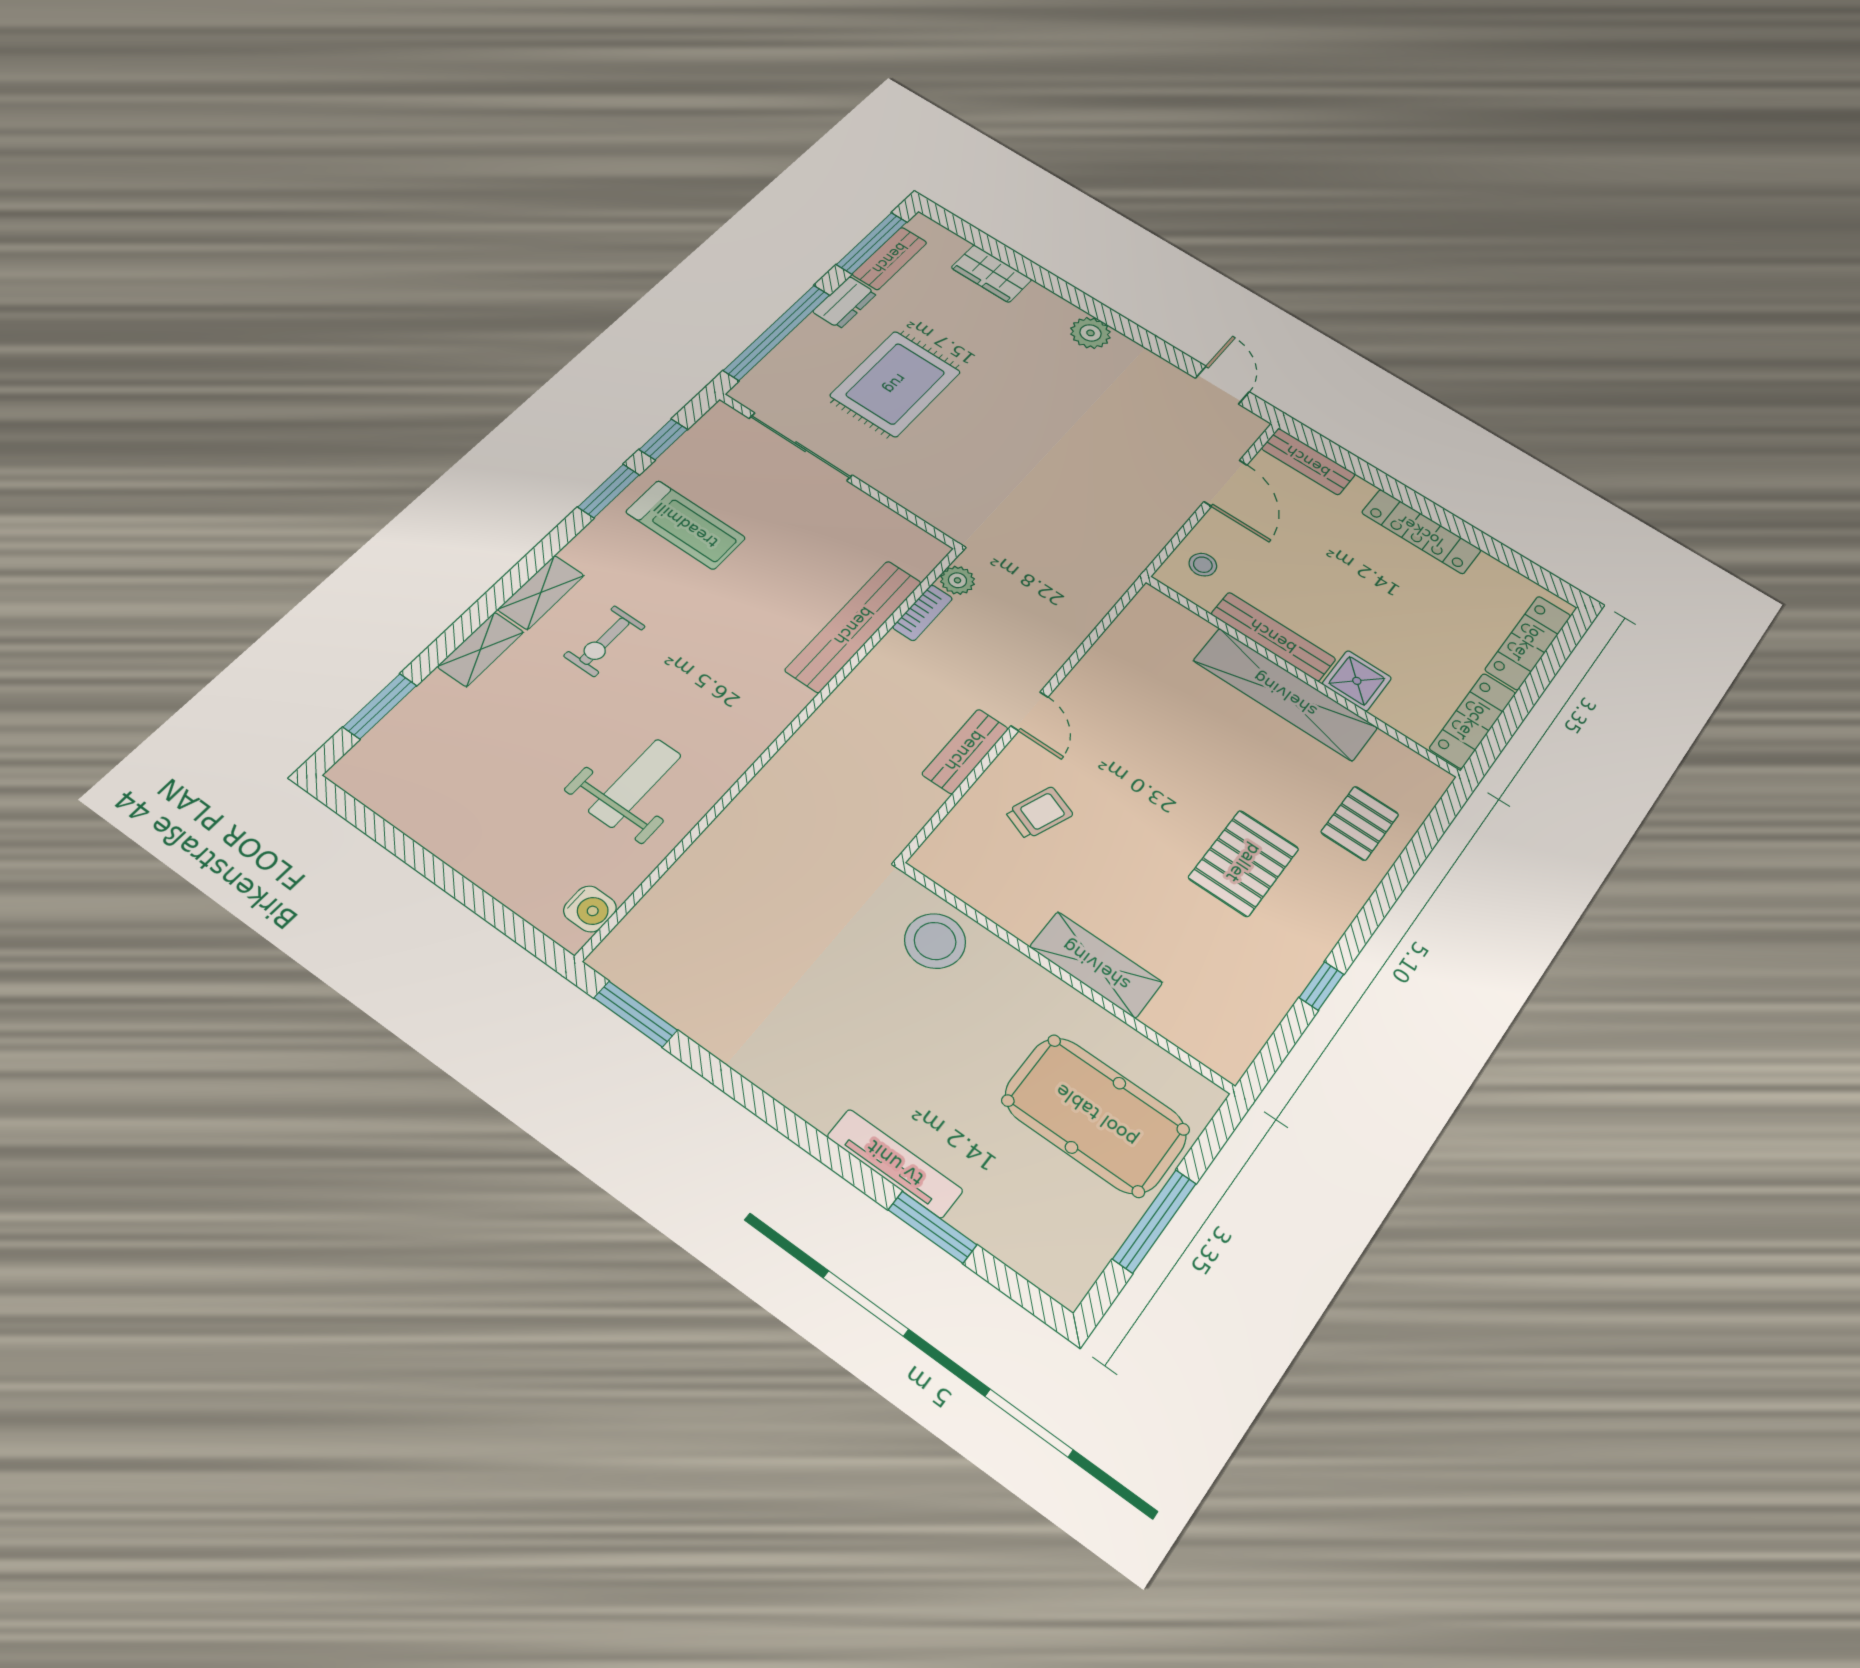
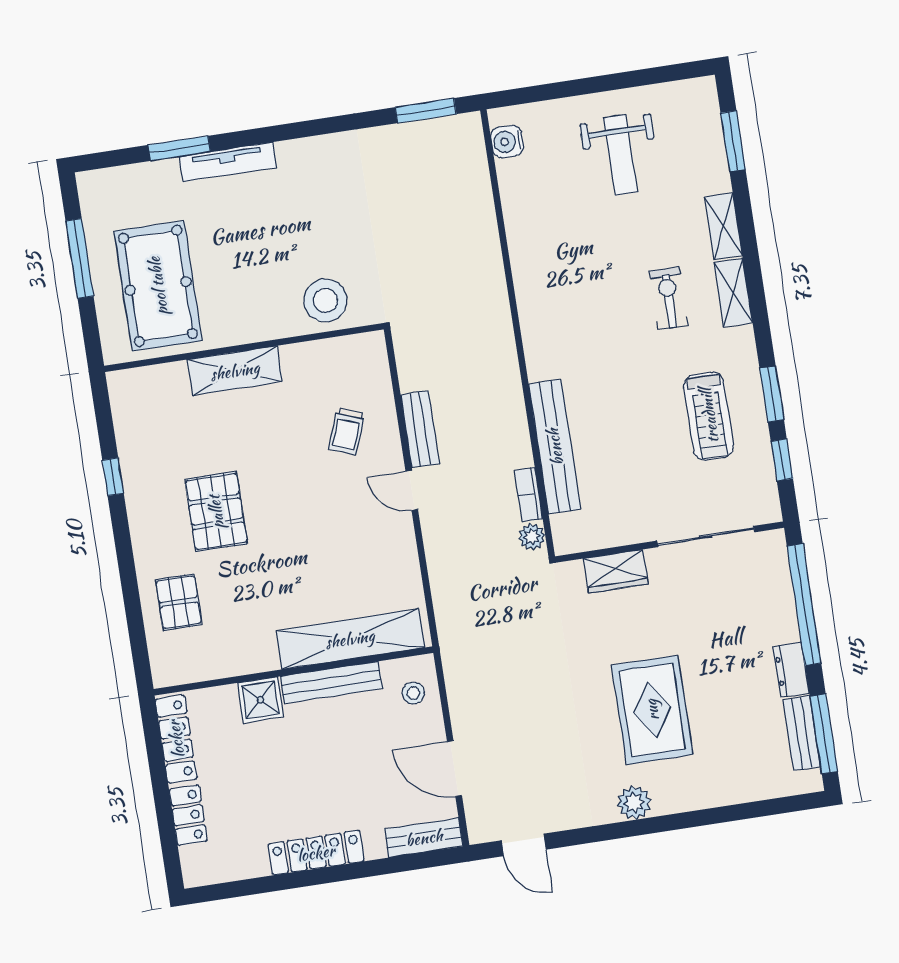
wardrobe: (991, 274) -> (616, 571), moved, turned 180
rug: (895, 384) -> (652, 710), moved
treadmill: (686, 525) -> (709, 416), turned -90
locker: (1528, 643) -> (188, 815), width x0.66
shelving: (1285, 694) -> (350, 639), moved
weight bench: (635, 783) -> (620, 155), moved
pool table: (1096, 1115) -> (158, 286), turned 90

